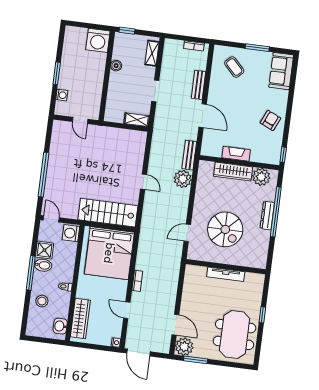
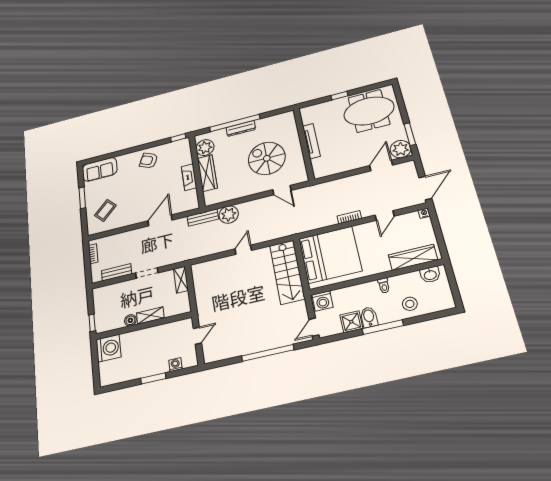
shelving: (152, 53) -> (150, 315), moved
bench: (199, 85) -> (116, 272), moved
spiral stairs: (225, 229) -> (267, 158), turned -90

